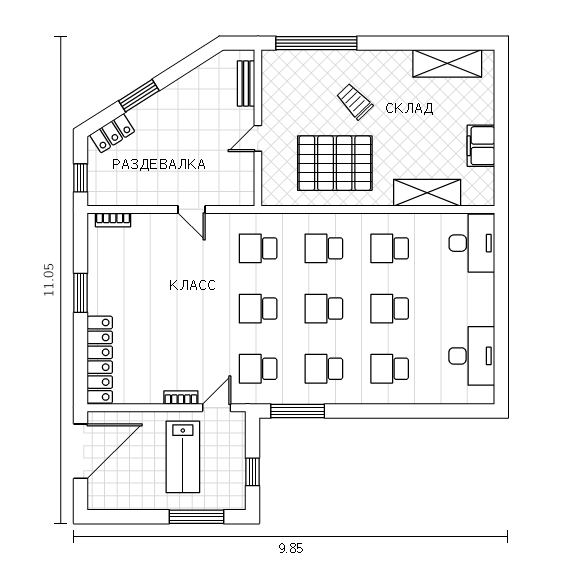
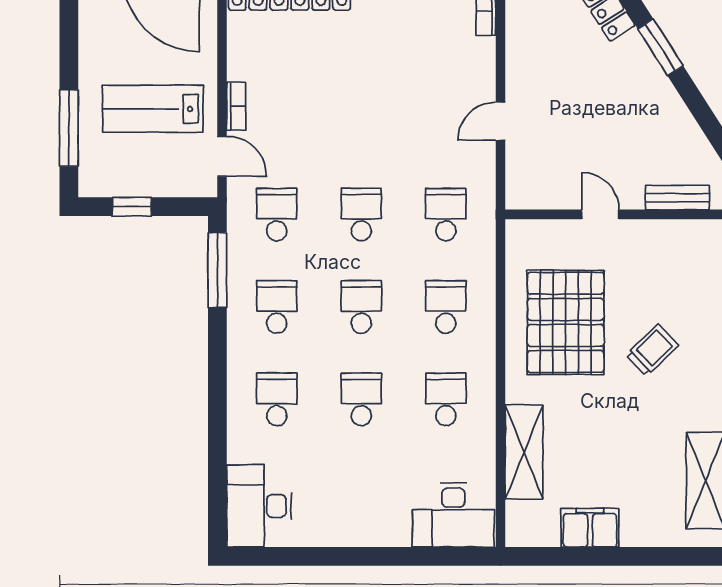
desk: (472, 356) -> (259, 506), moved, turned 90

